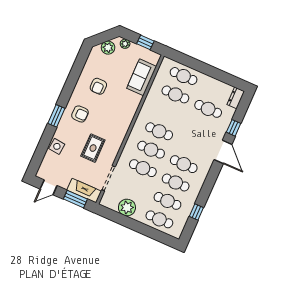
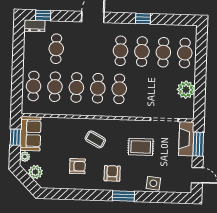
sofa: (142, 77) -> (30, 134), moved, turned -90
coffee table: (115, 111) -> (95, 139), added
window: (234, 128) -> (43, 15), moved
cafe table: (143, 168) -> (76, 87), moved
window: (196, 212) -> (143, 19), moved

